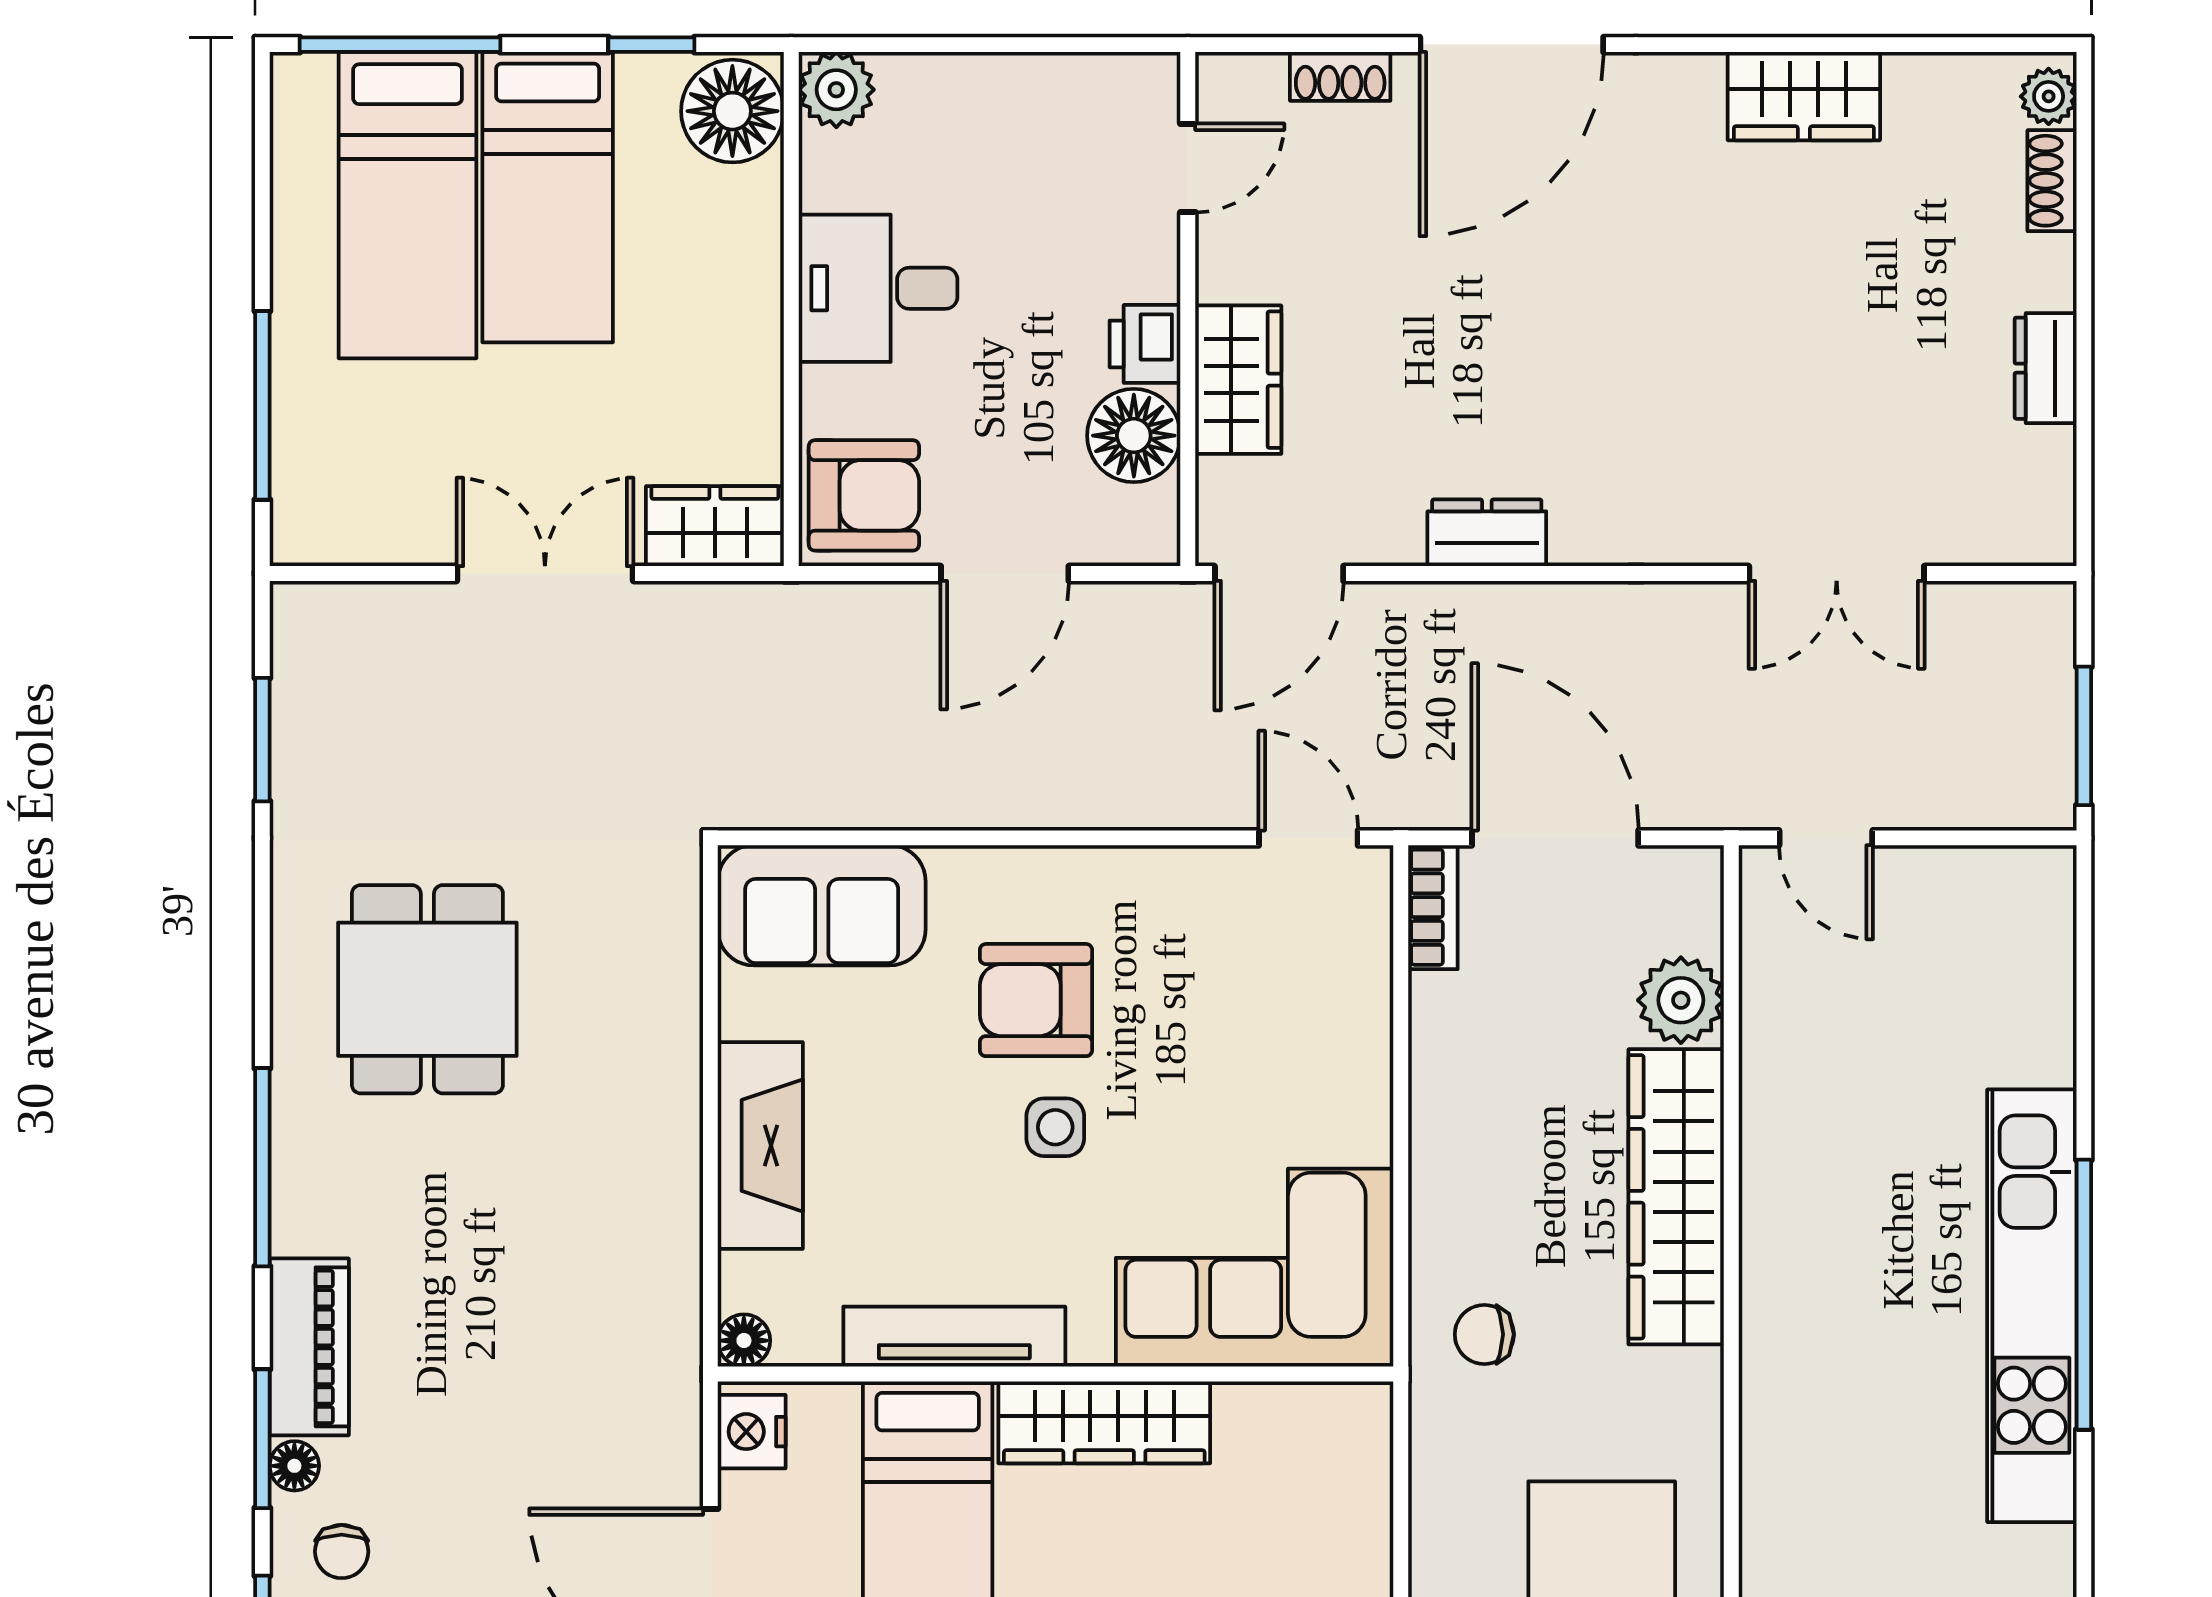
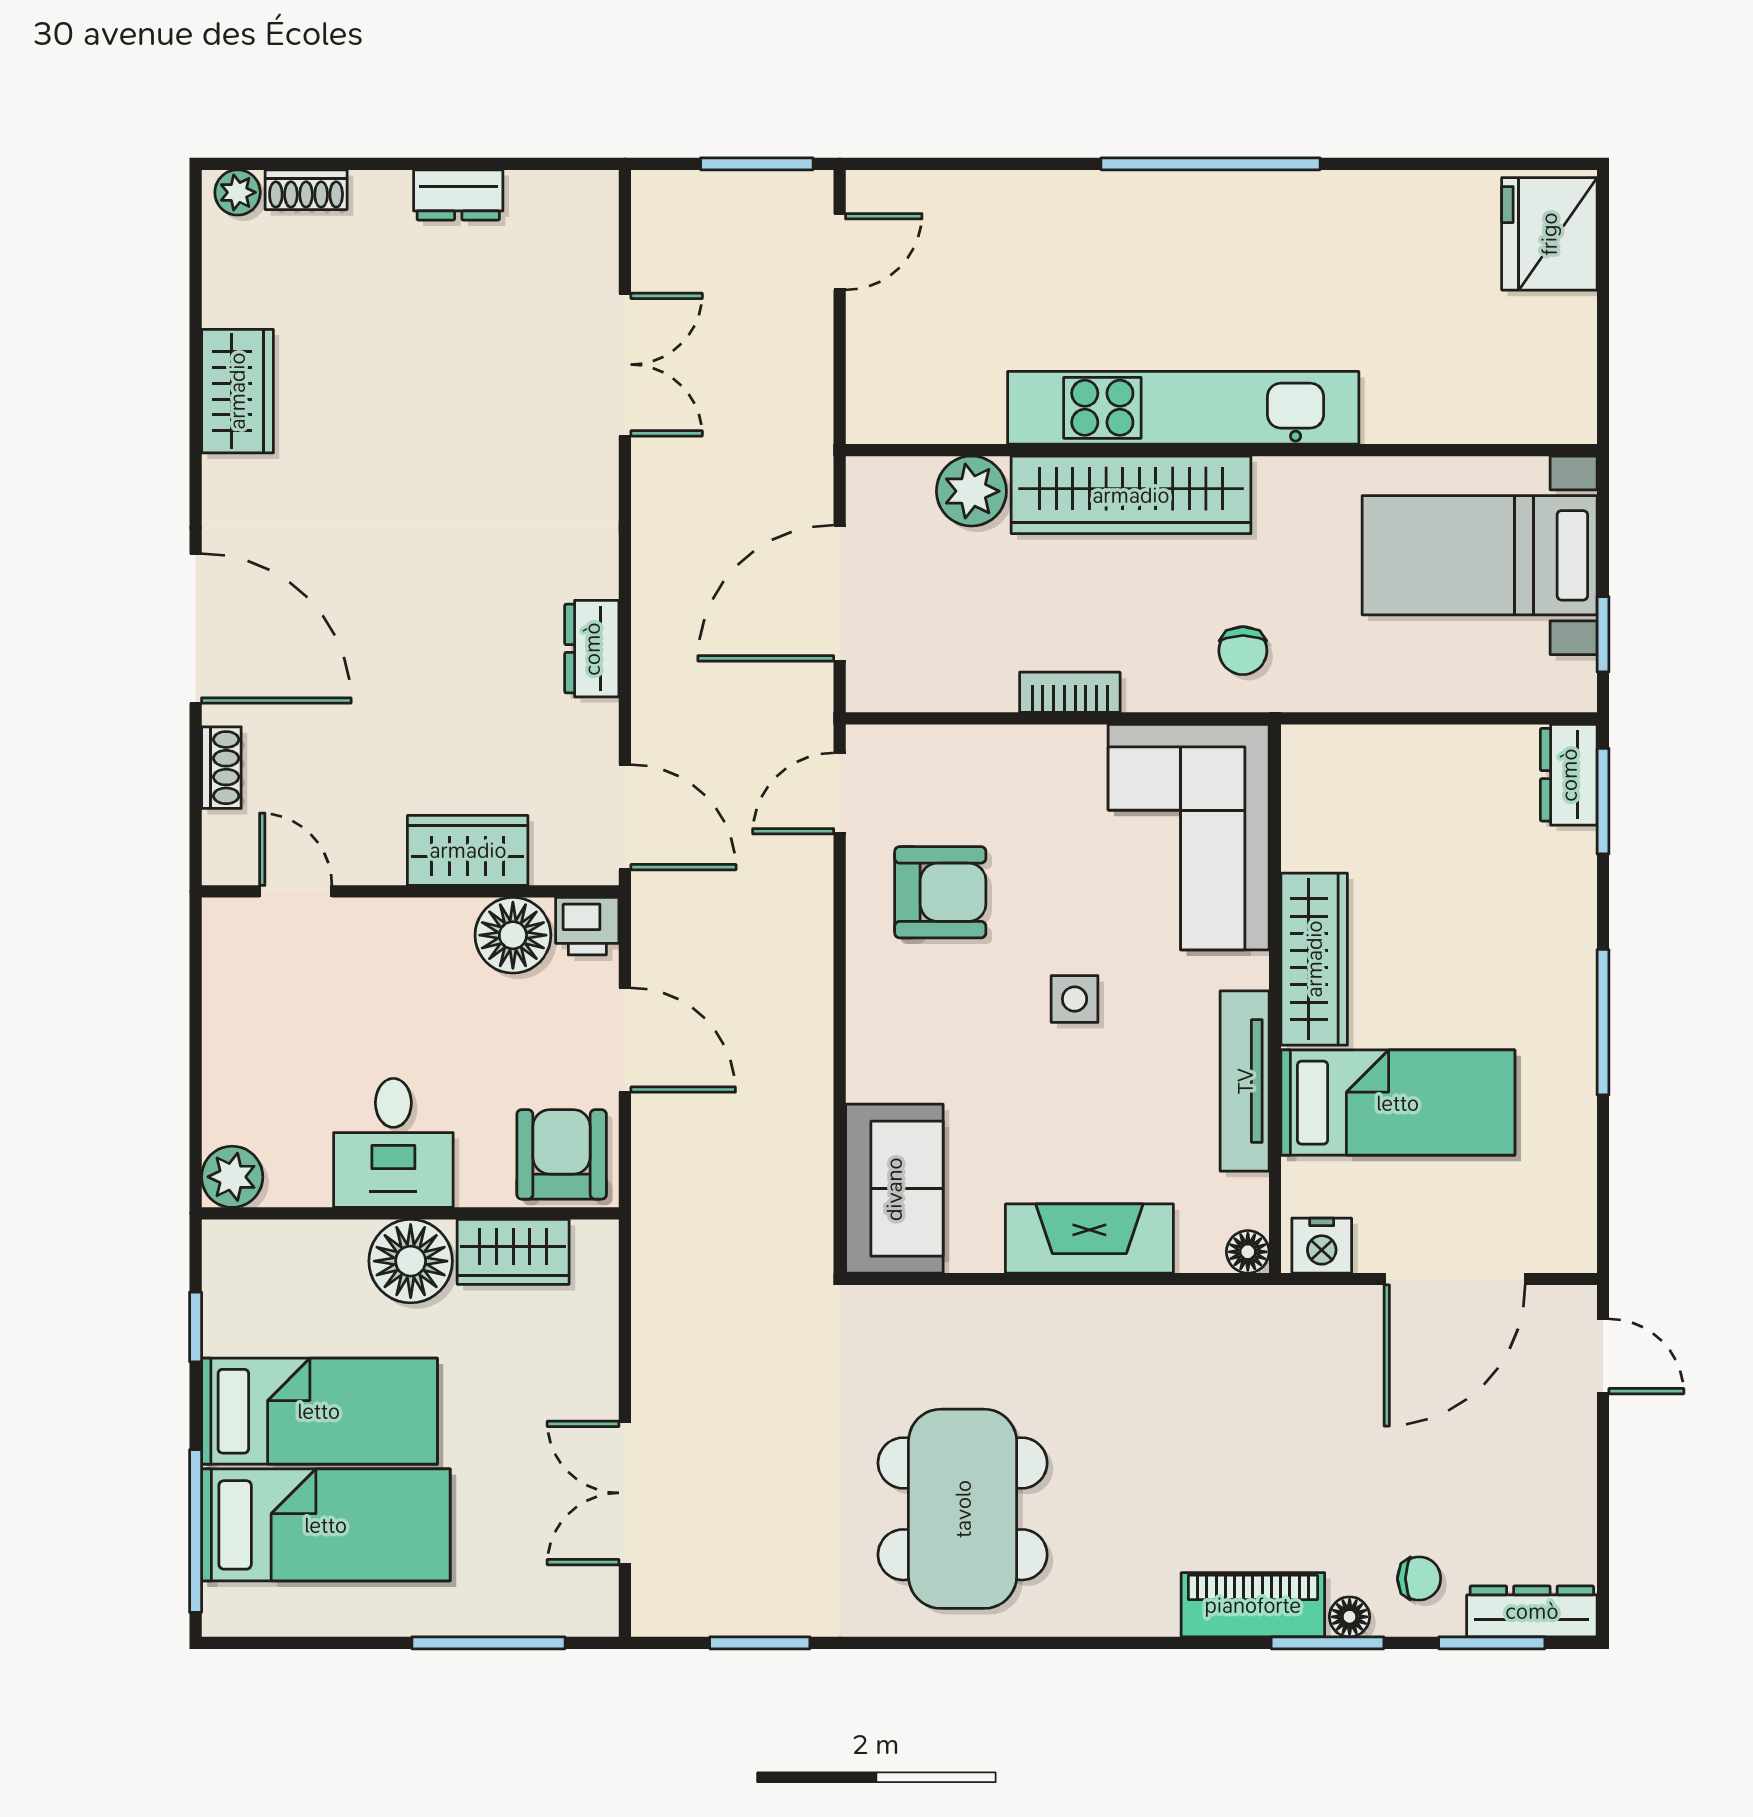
floor lamp: (732, 111) -> (411, 1261), moved
printer: (1145, 344) -> (587, 926), moved
wardrobe: (715, 526) -> (513, 1252), moved, turned -90
double door: (545, 573) -> (625, 1493), moved
door: (1826, 838) -> (840, 252), moved
bookcase: (1433, 907) -> (1070, 692), moved
dining table: (427, 989) -> (963, 1509), width x1.38
armchair: (1036, 1000) -> (940, 892), moved, turned -90
window: (262, 1167) -> (1107, 1643), removed
kitchen unit: (2032, 1306) -> (1183, 408), moved, turned 180

